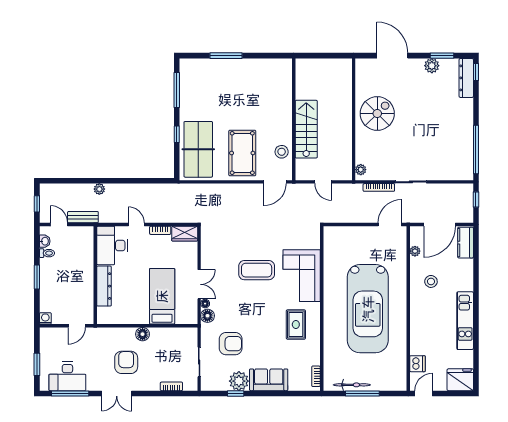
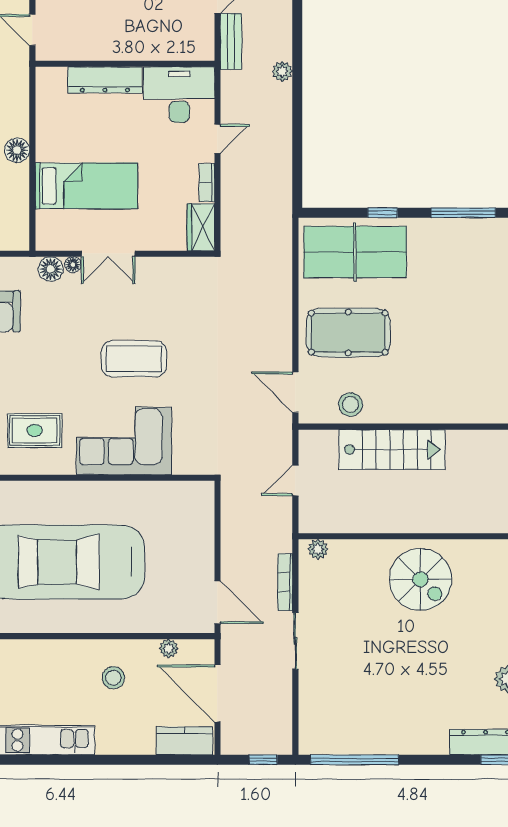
coffee table: (257, 270) -> (134, 359), turned 90

